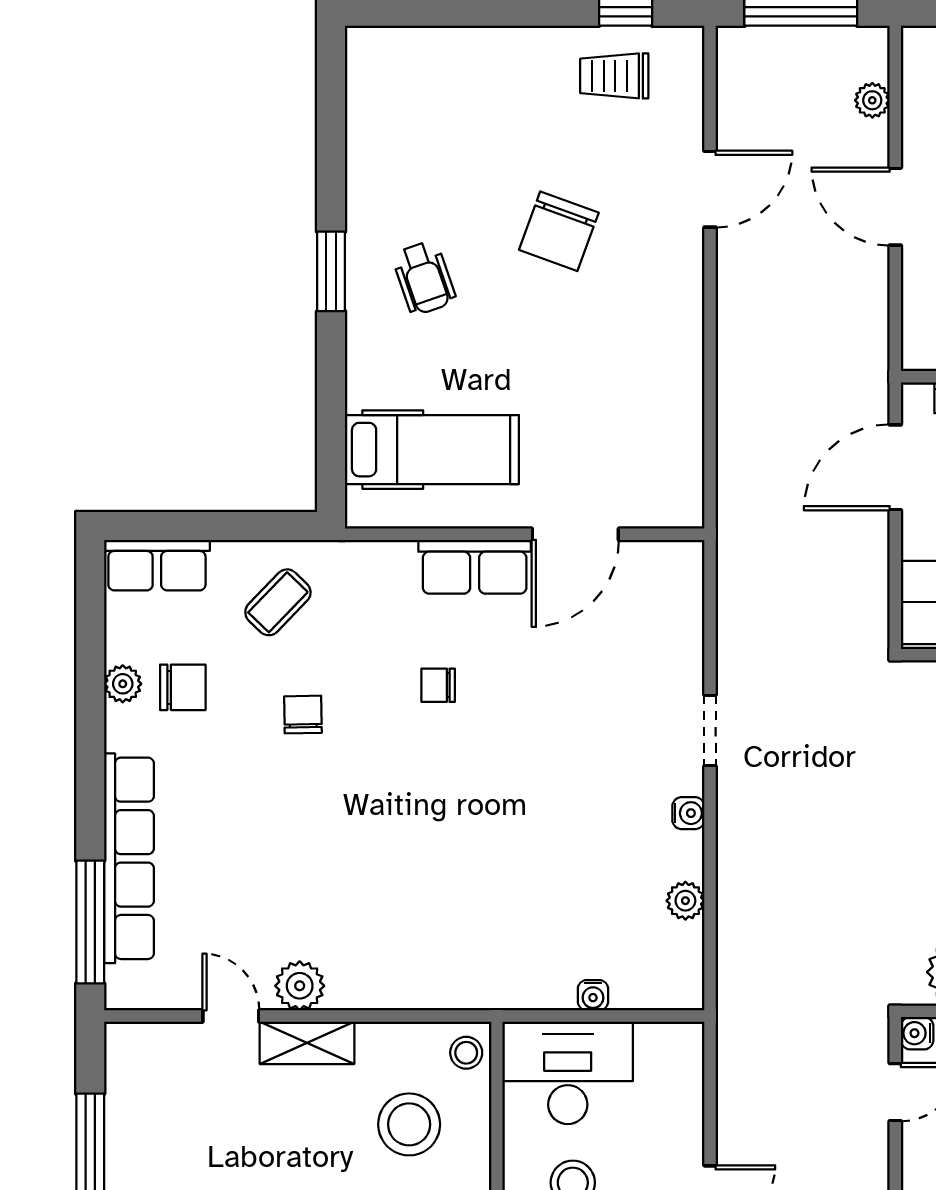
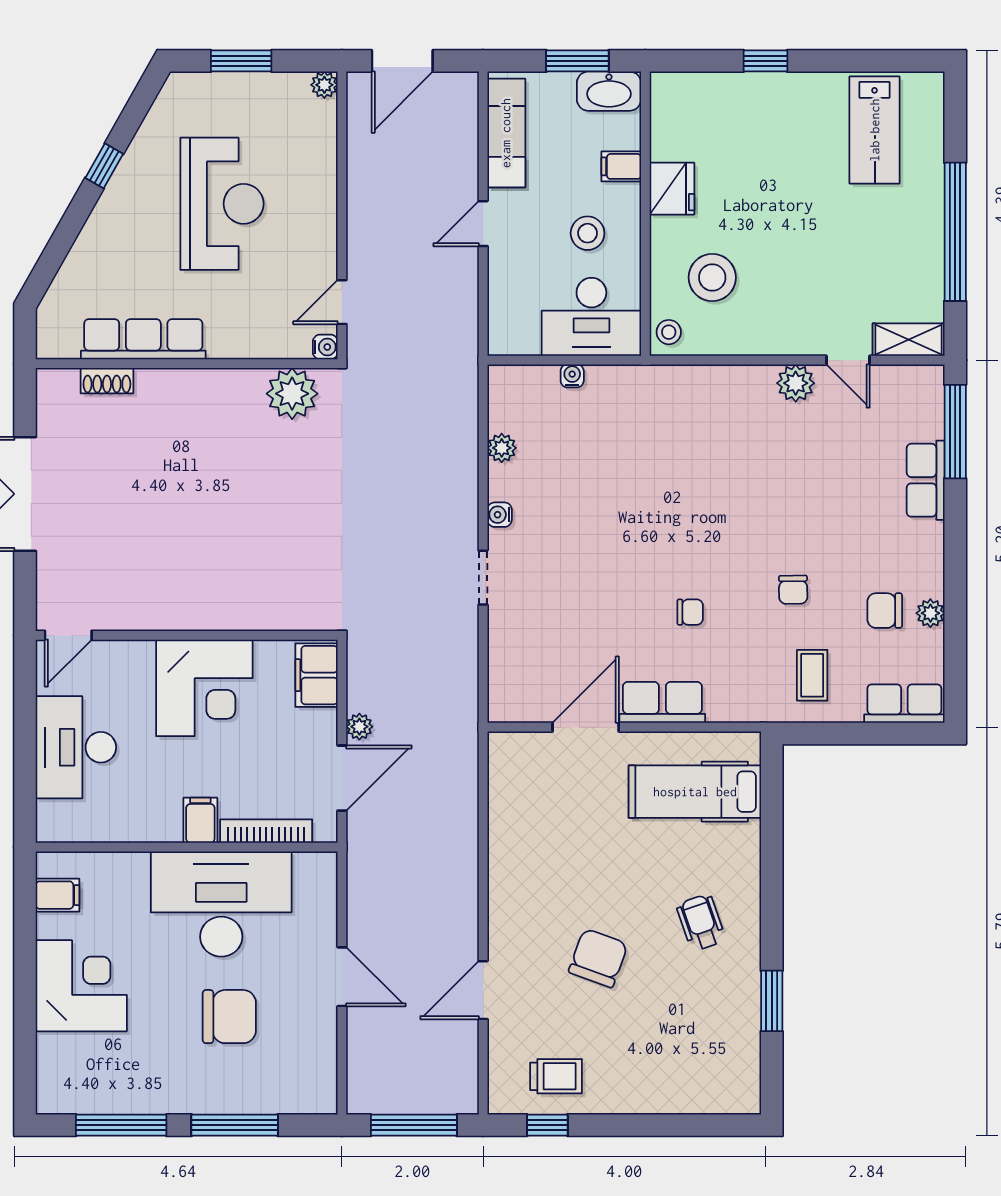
plant: (872, 100) -> (359, 727), moved
window: (331, 271) -> (772, 1001), moved
coffee table: (278, 602) -> (812, 675), turned -44
row of seats: (129, 858) -> (926, 480), width x0.50
shelving: (307, 1043) -> (909, 340), moved

